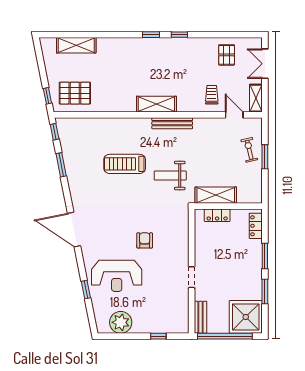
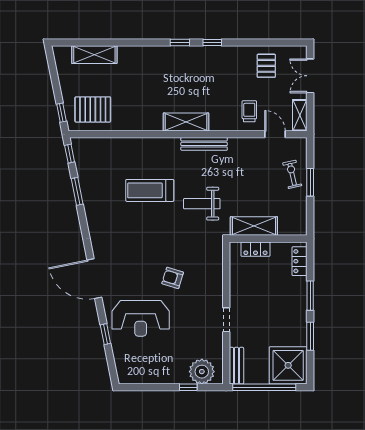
door: (74, 230) -> (94, 279), moved
armchair: (145, 240) -> (173, 278), turned -73
plant: (121, 322) -> (202, 372), moved

